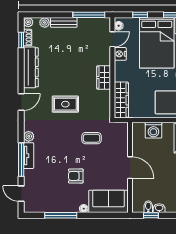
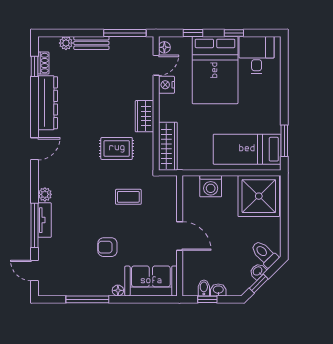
plant: (28, 22) -> (44, 43), removed
rug: (65, 104) -> (117, 148), moved

